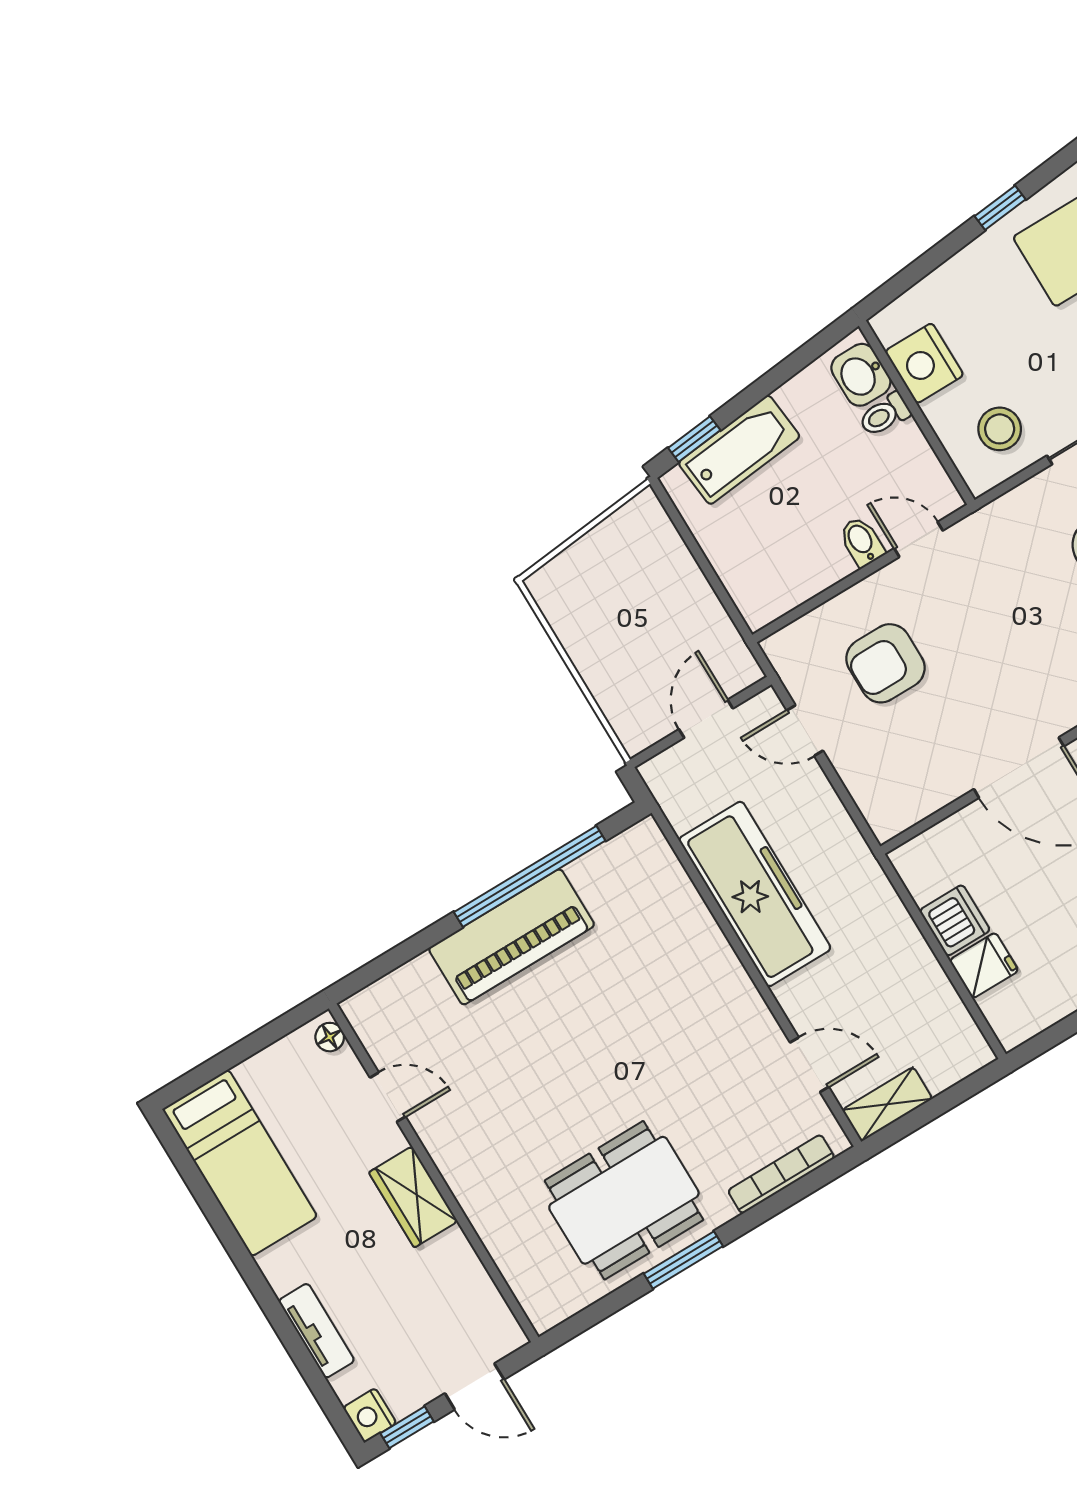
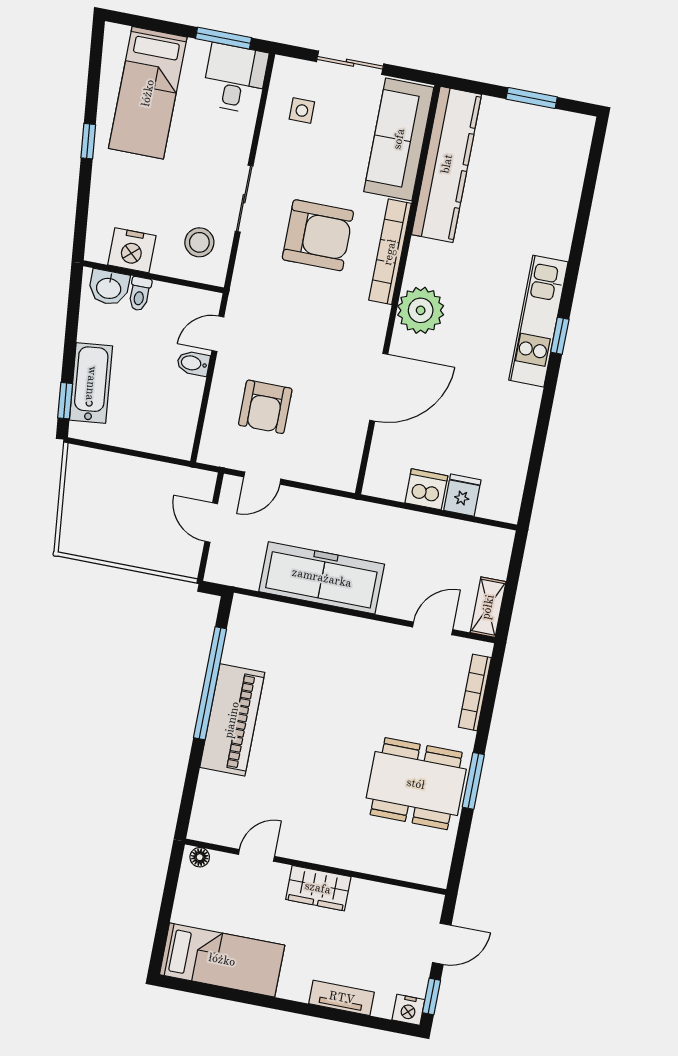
dining table: (624, 1200) -> (416, 784), turned 90

